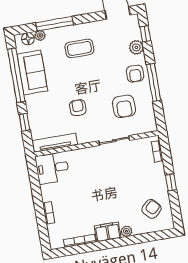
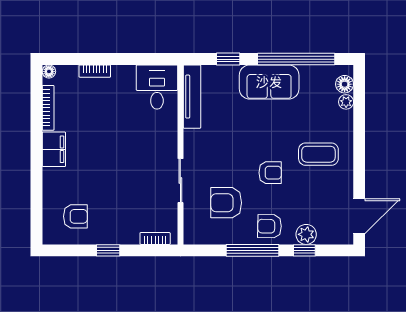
window: (55, 24) -> (359, 125), removed
window: (145, 34) -> (304, 250), moved
coffee table: (79, 48) -> (318, 154), turned 90
sofa: (32, 72) -> (269, 82), moved
armchair: (78, 108) -> (270, 173), moved
armchair: (151, 209) -> (75, 216), turned -47
plant: (126, 231) -> (50, 176), removed
floor lamp: (54, 245) -> (49, 71), added

